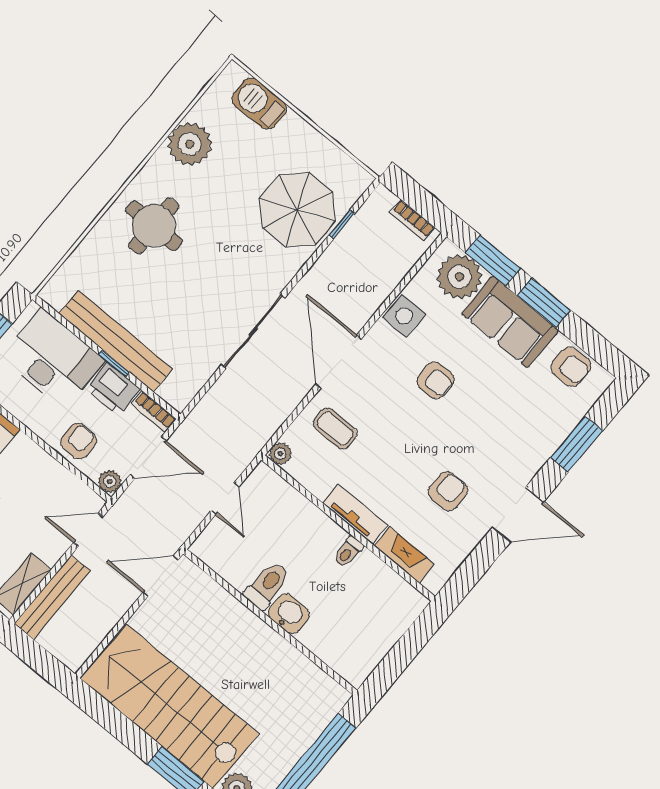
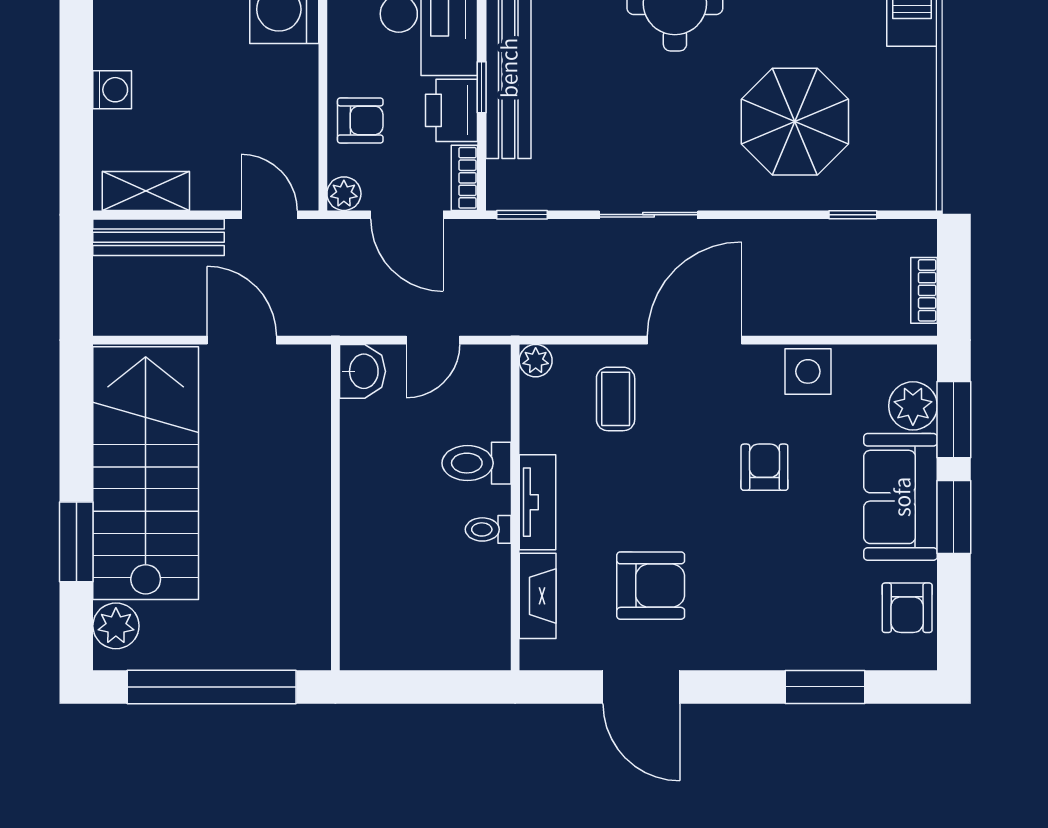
parasol: (297, 210) -> (795, 122), moved
plant: (459, 277) -> (913, 406), width x0.73, depth x0.73
sliding door: (253, 331) -> (649, 215), width x0.73
armchair: (435, 380) -> (764, 467), turned 180
window: (198, 397) -> (522, 215), added
armchair: (448, 491) -> (651, 586), width x1.38, depth x1.38
door: (518, 515) -> (641, 687), moved
door: (160, 576) -> (242, 340), moved
toilet: (267, 585) -> (476, 463), moved, turned 180
washbasin: (289, 614) -> (362, 371), moved

